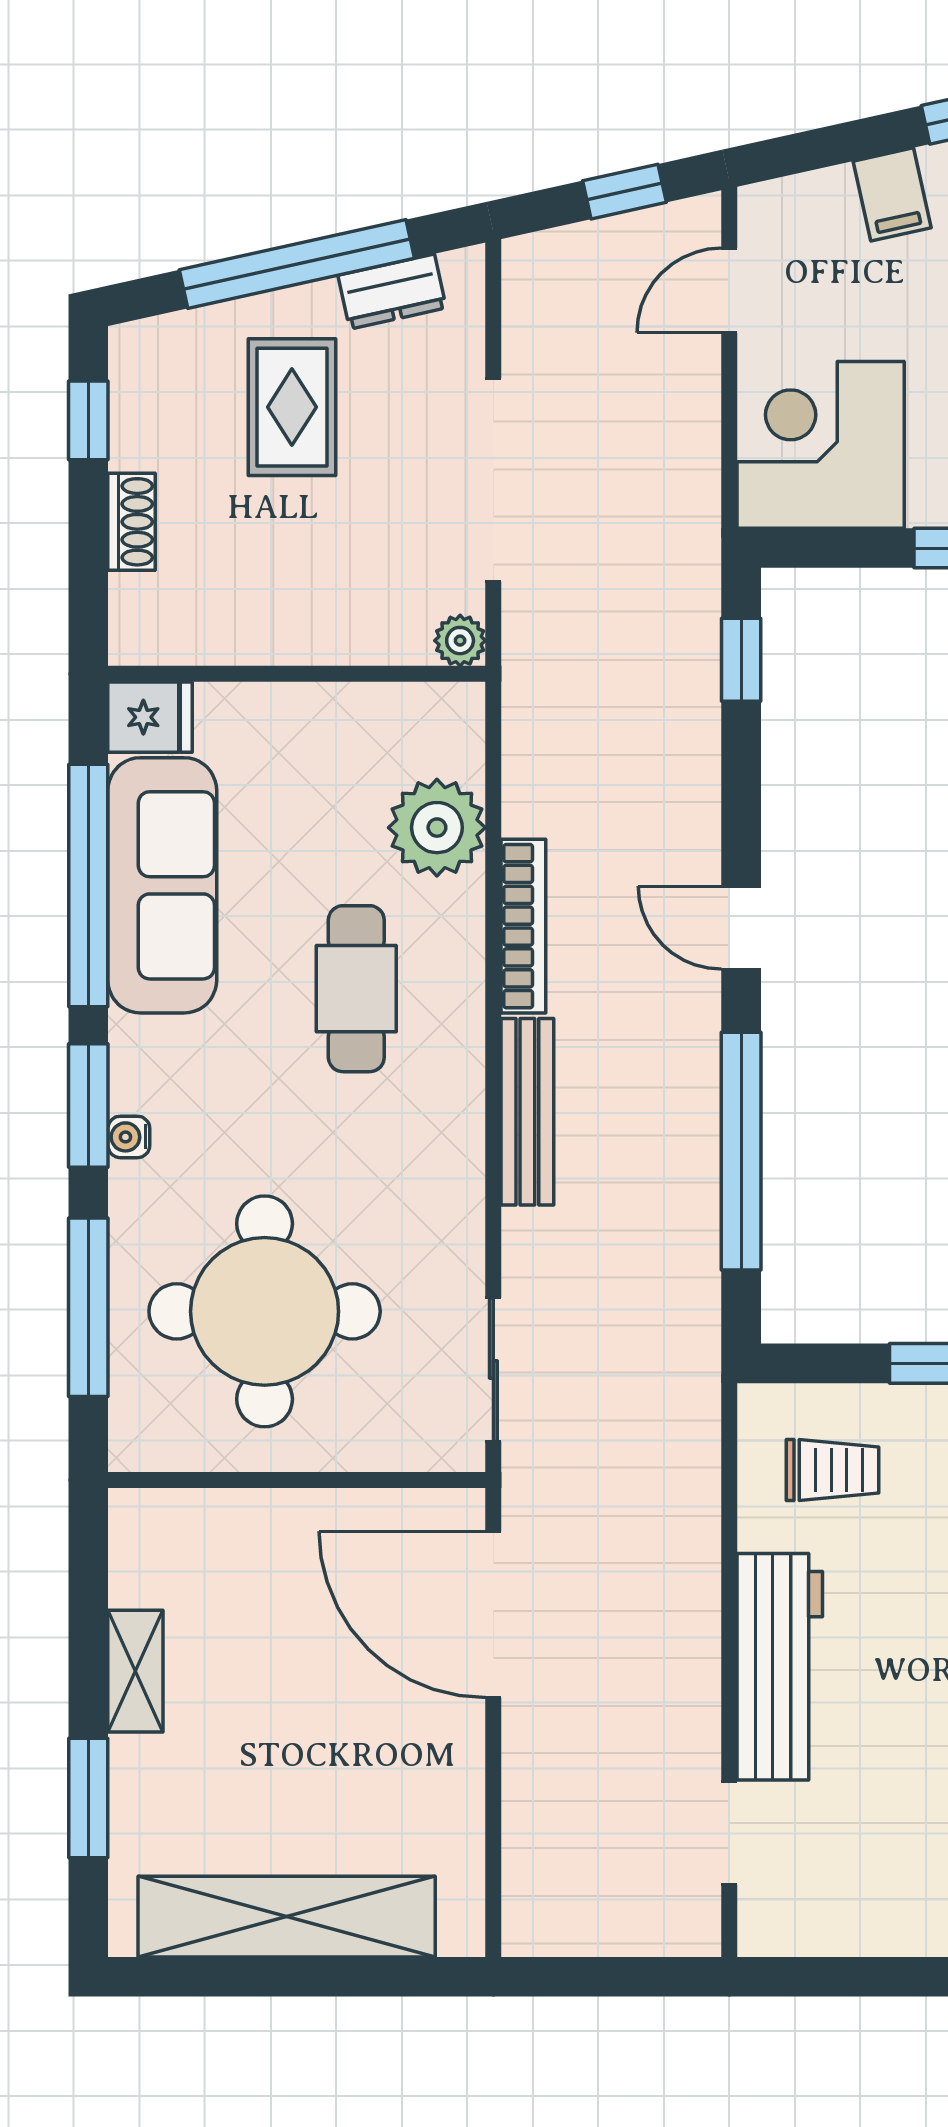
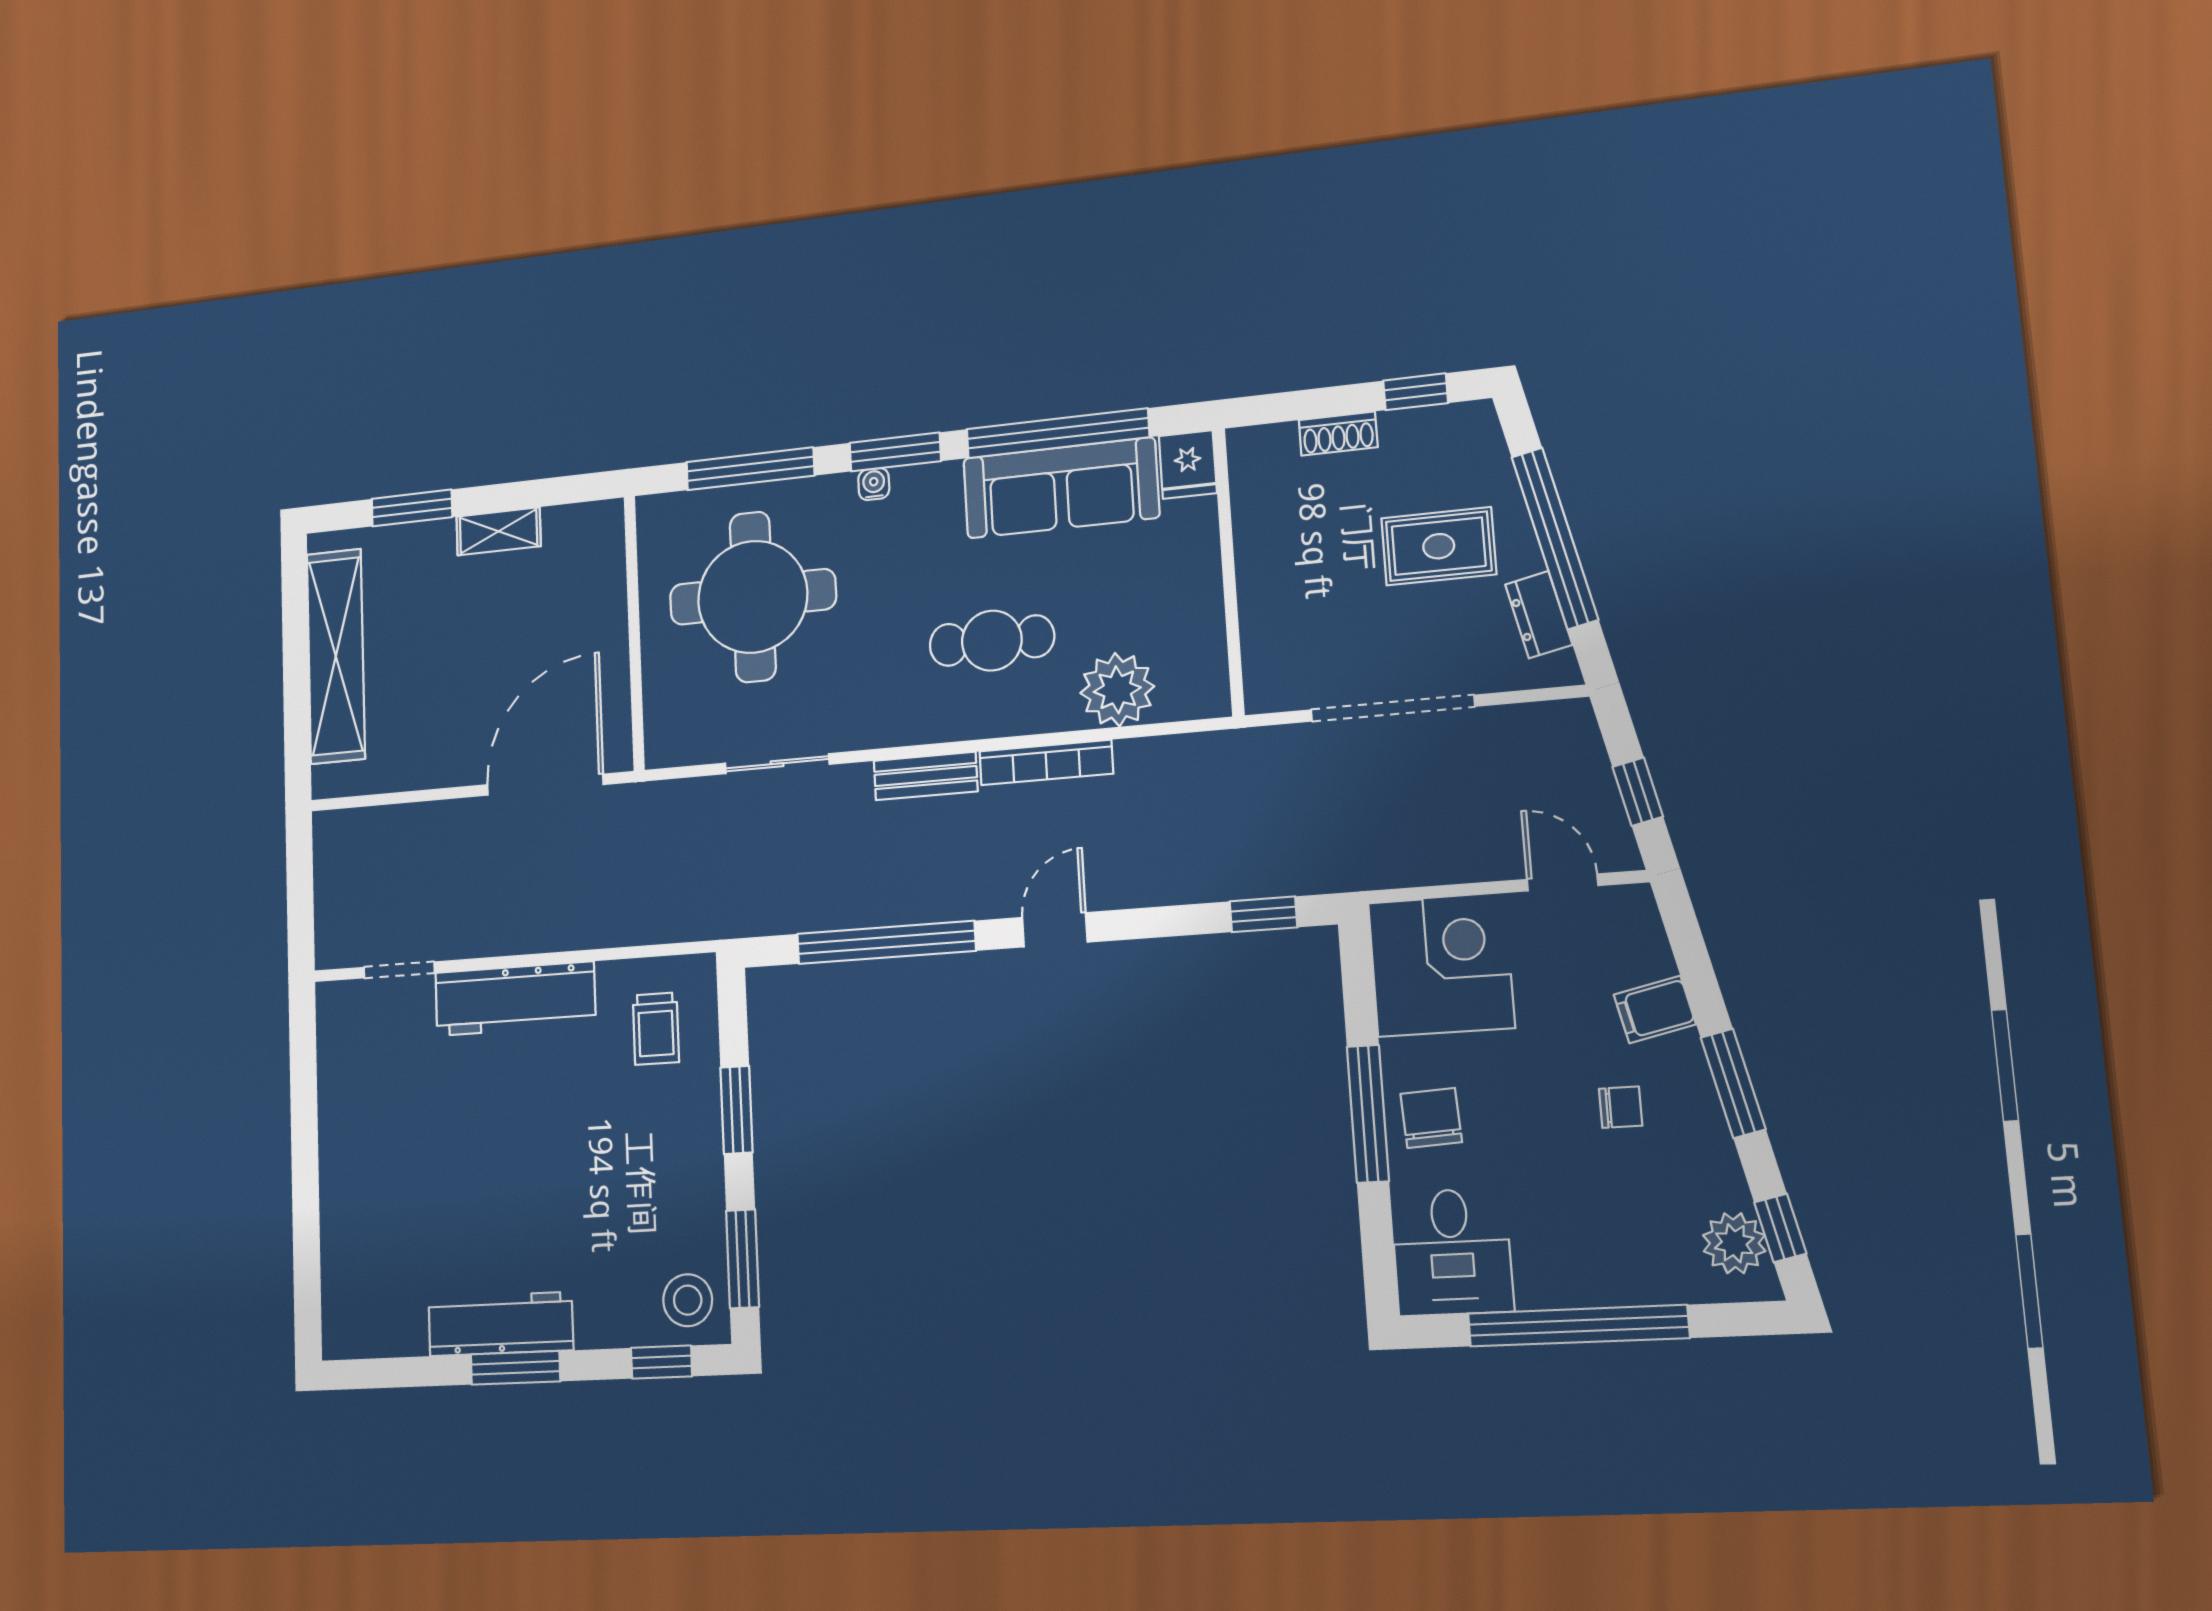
plant: (460, 641) -> (1263, 694), removed
bench: (527, 1112) -> (926, 776), width x0.73
sliding door: (493, 1370) -> (777, 764), moved

